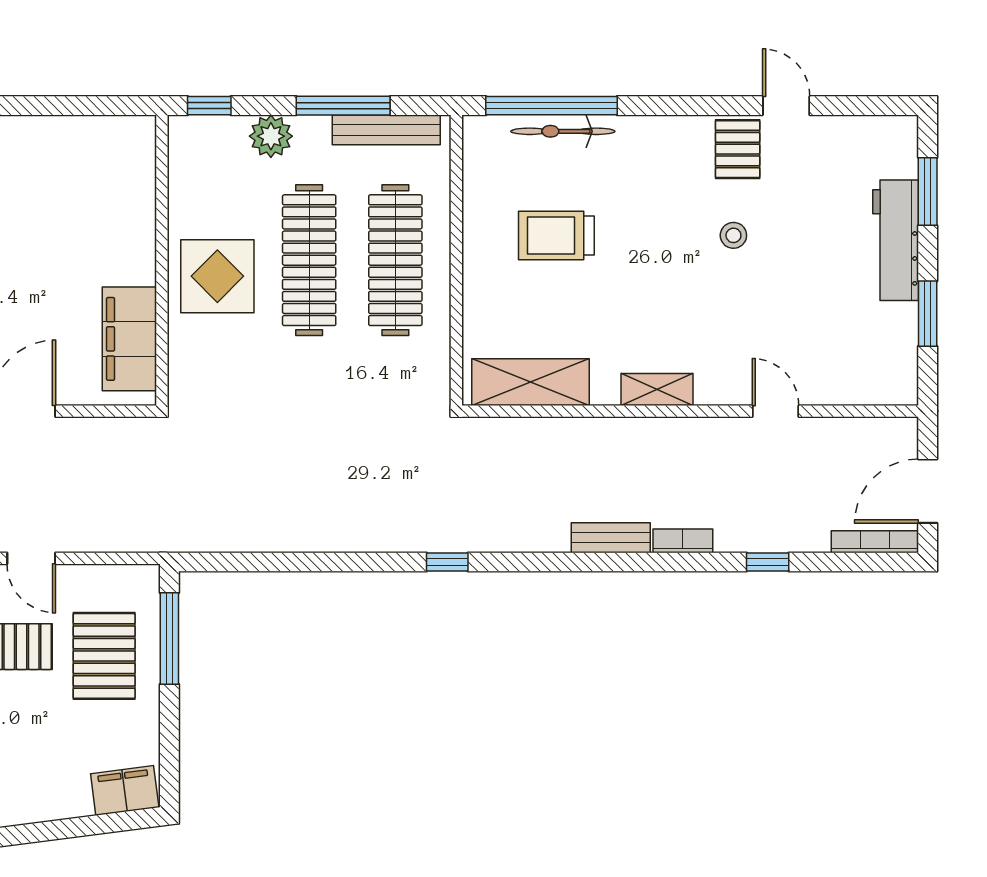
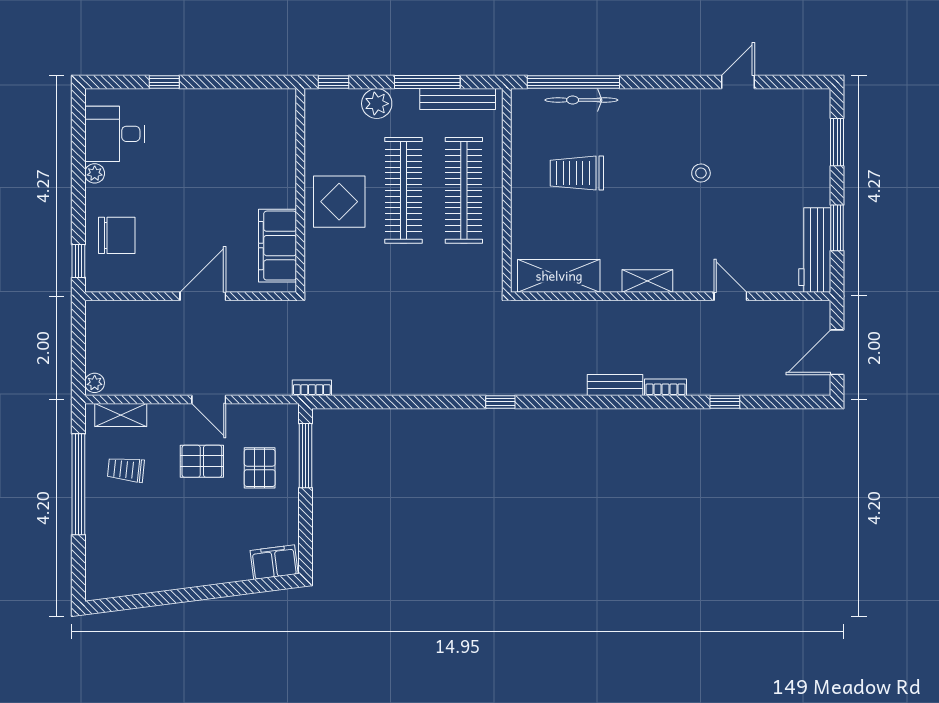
door: (786, 106) -> (738, 82), hinge flipped
pallet: (738, 149) -> (704, 113), removed
workbench: (896, 240) -> (815, 250), moved
bookcase: (875, 542) -> (312, 388), moved, width x0.64
pallet: (104, 656) -> (260, 468), width x0.67, depth x0.71

